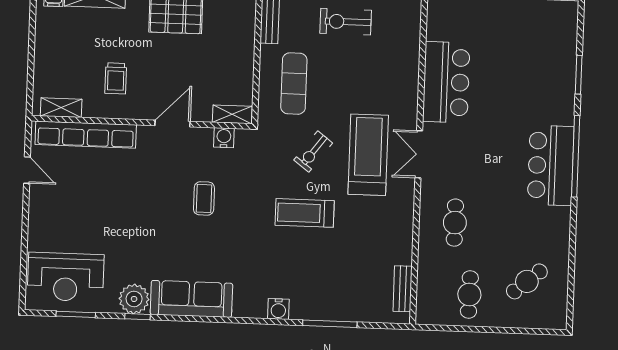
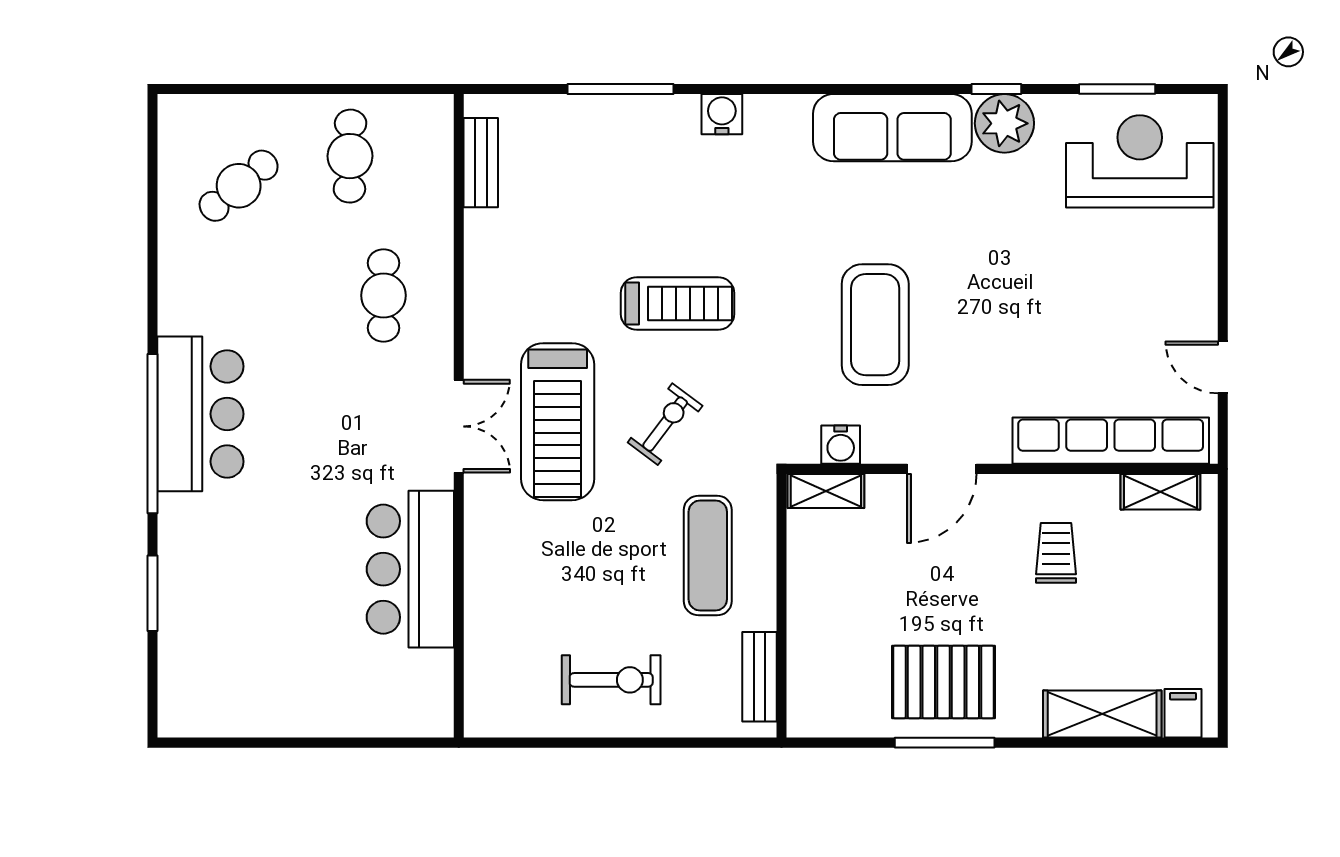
coffee table: (204, 198) -> (875, 325), width x1.86, depth x1.72

